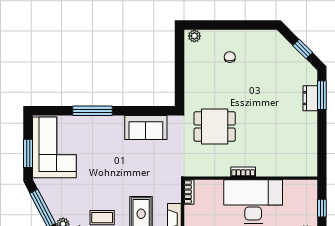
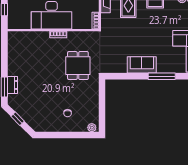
sofa: (146, 127) -> (142, 65), moved
dining table: (215, 127) -> (78, 66), turned 90

